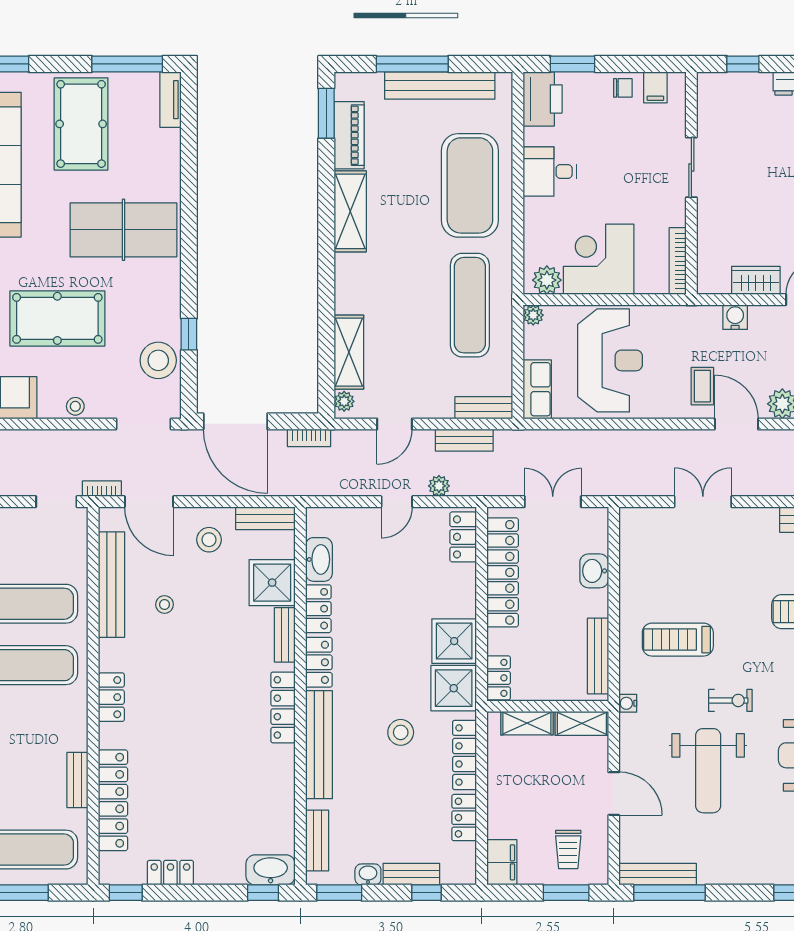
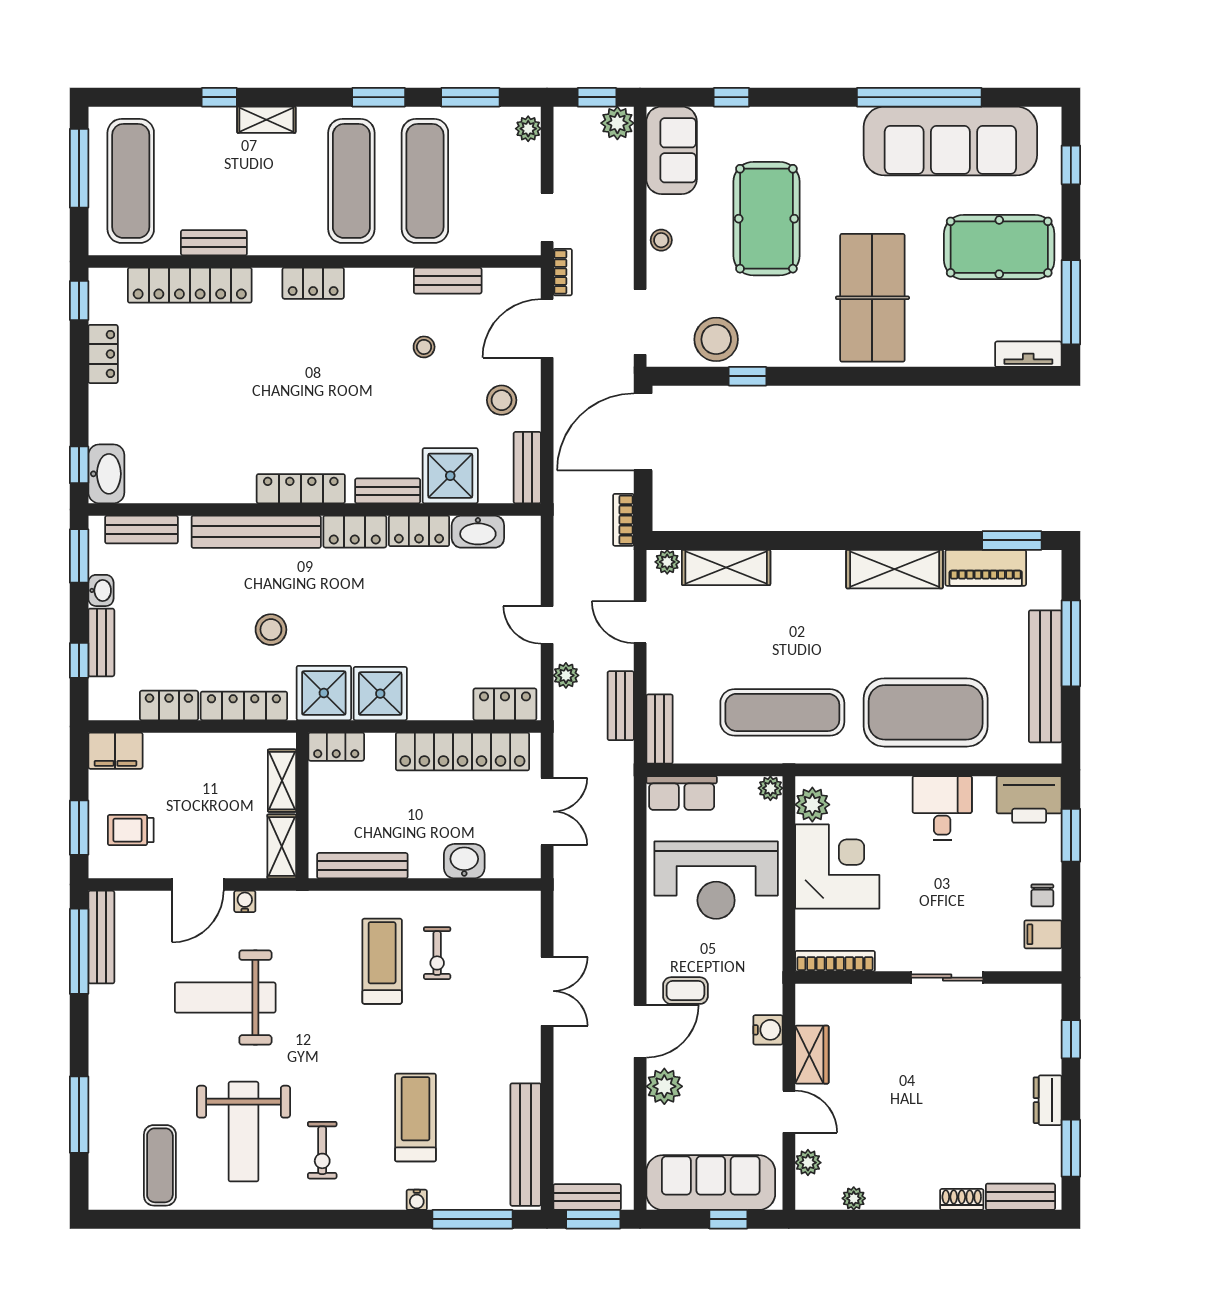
bench: (111, 585) -> (448, 281), width x0.54, depth x0.82
exercise bike: (730, 700) -> (437, 953), moved
water cooler: (628, 703) -> (245, 901), moved

